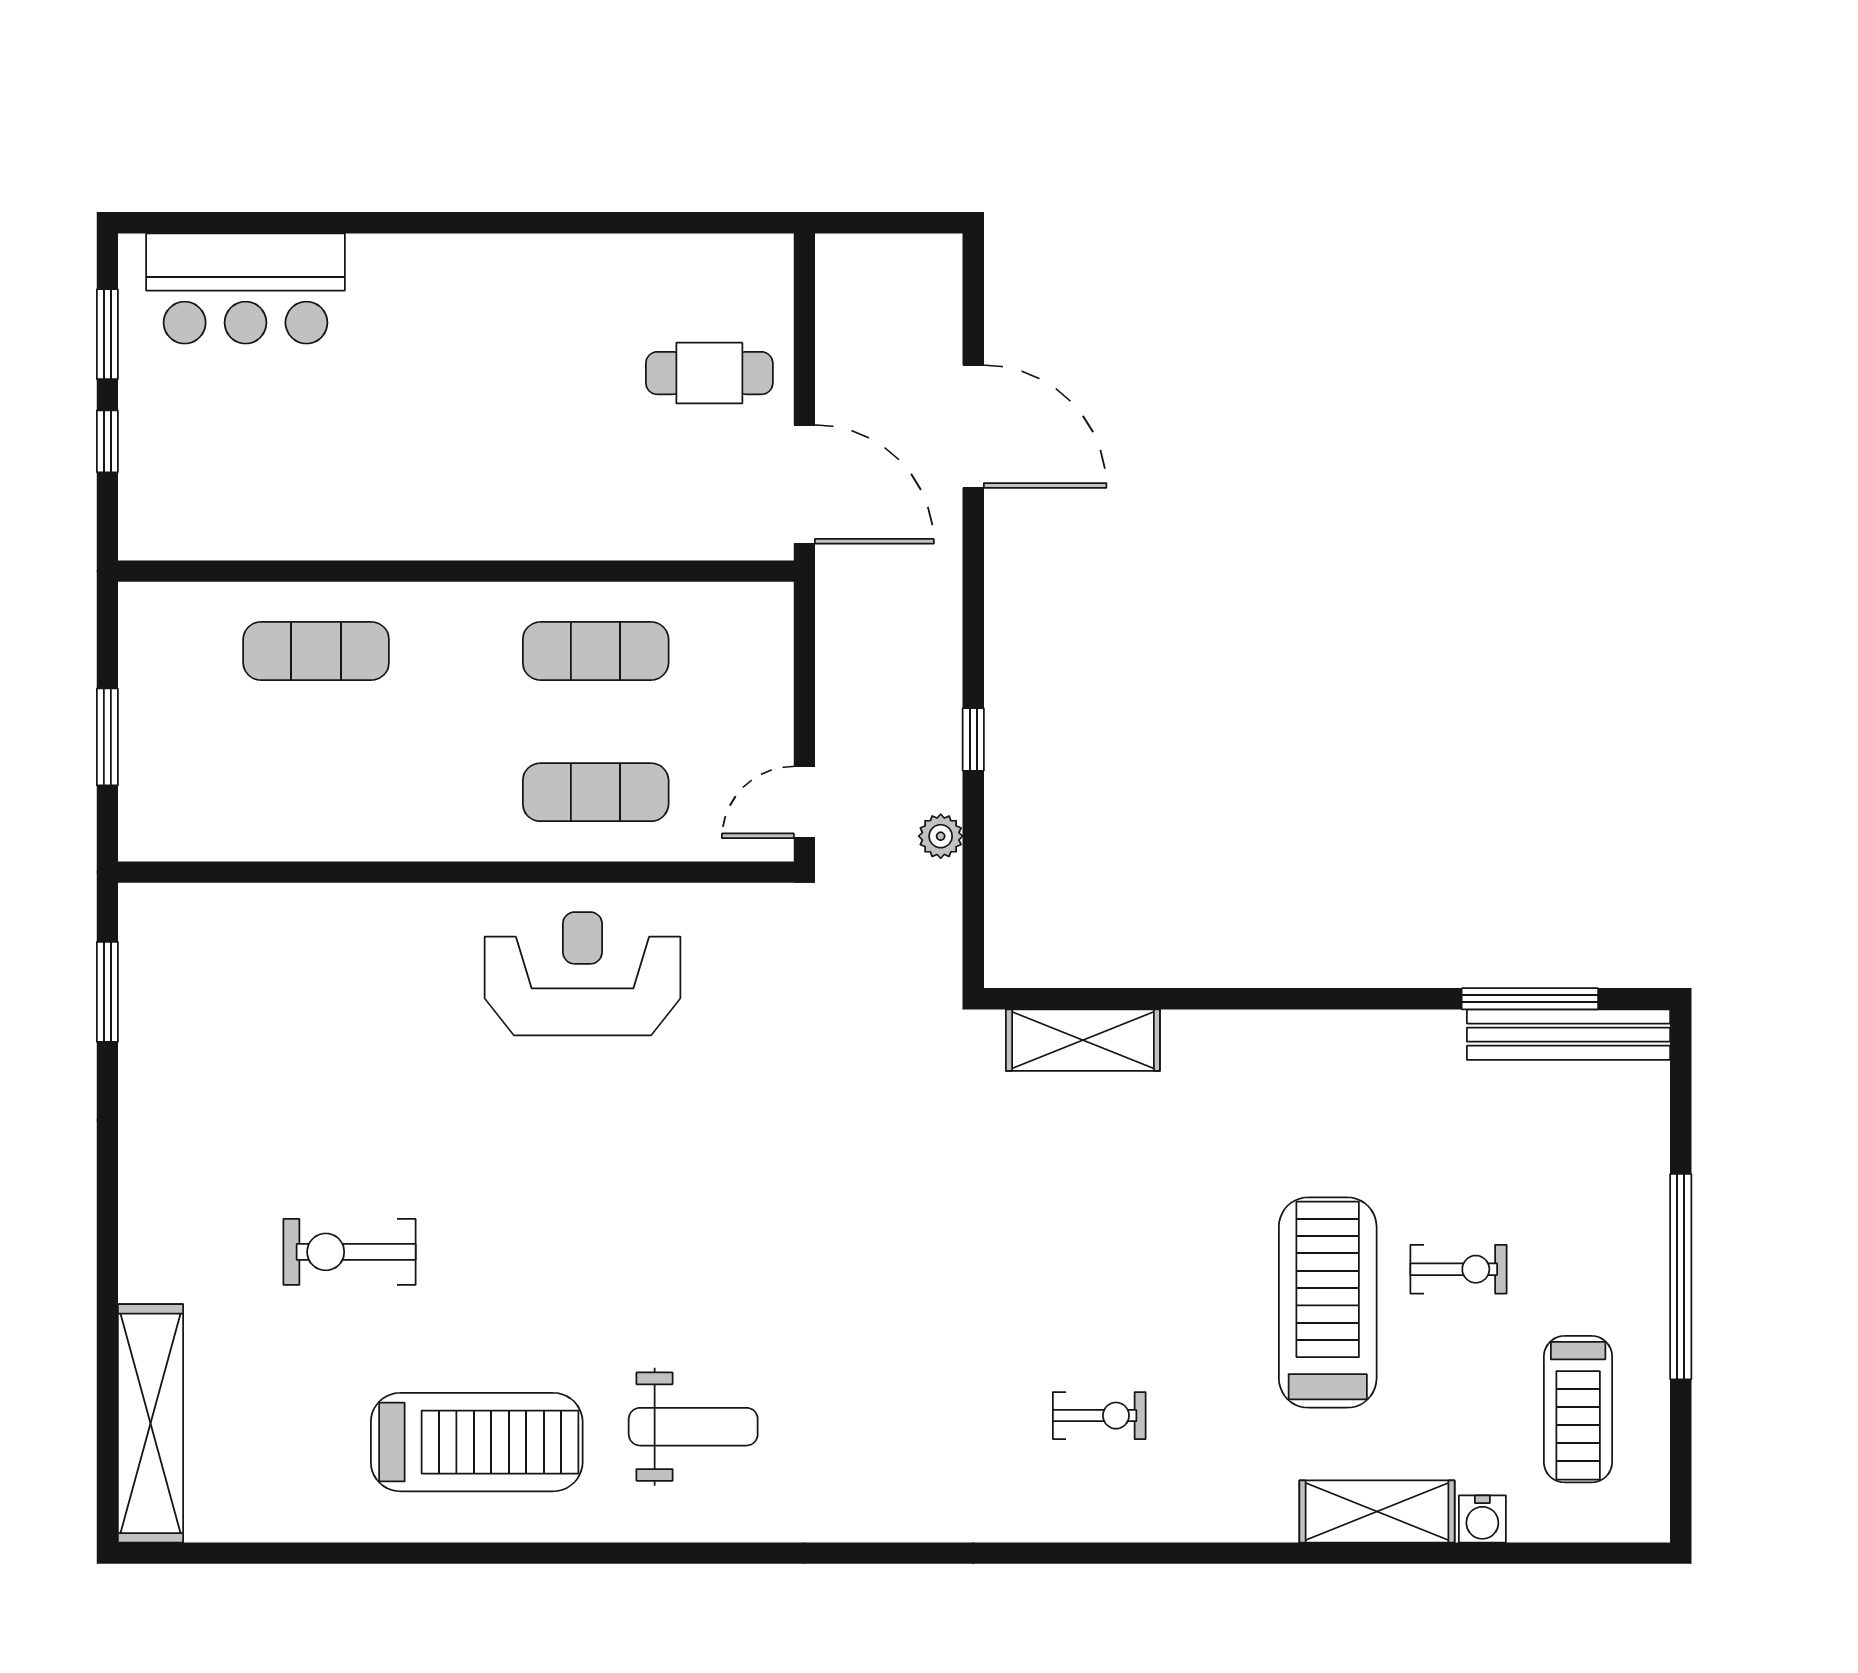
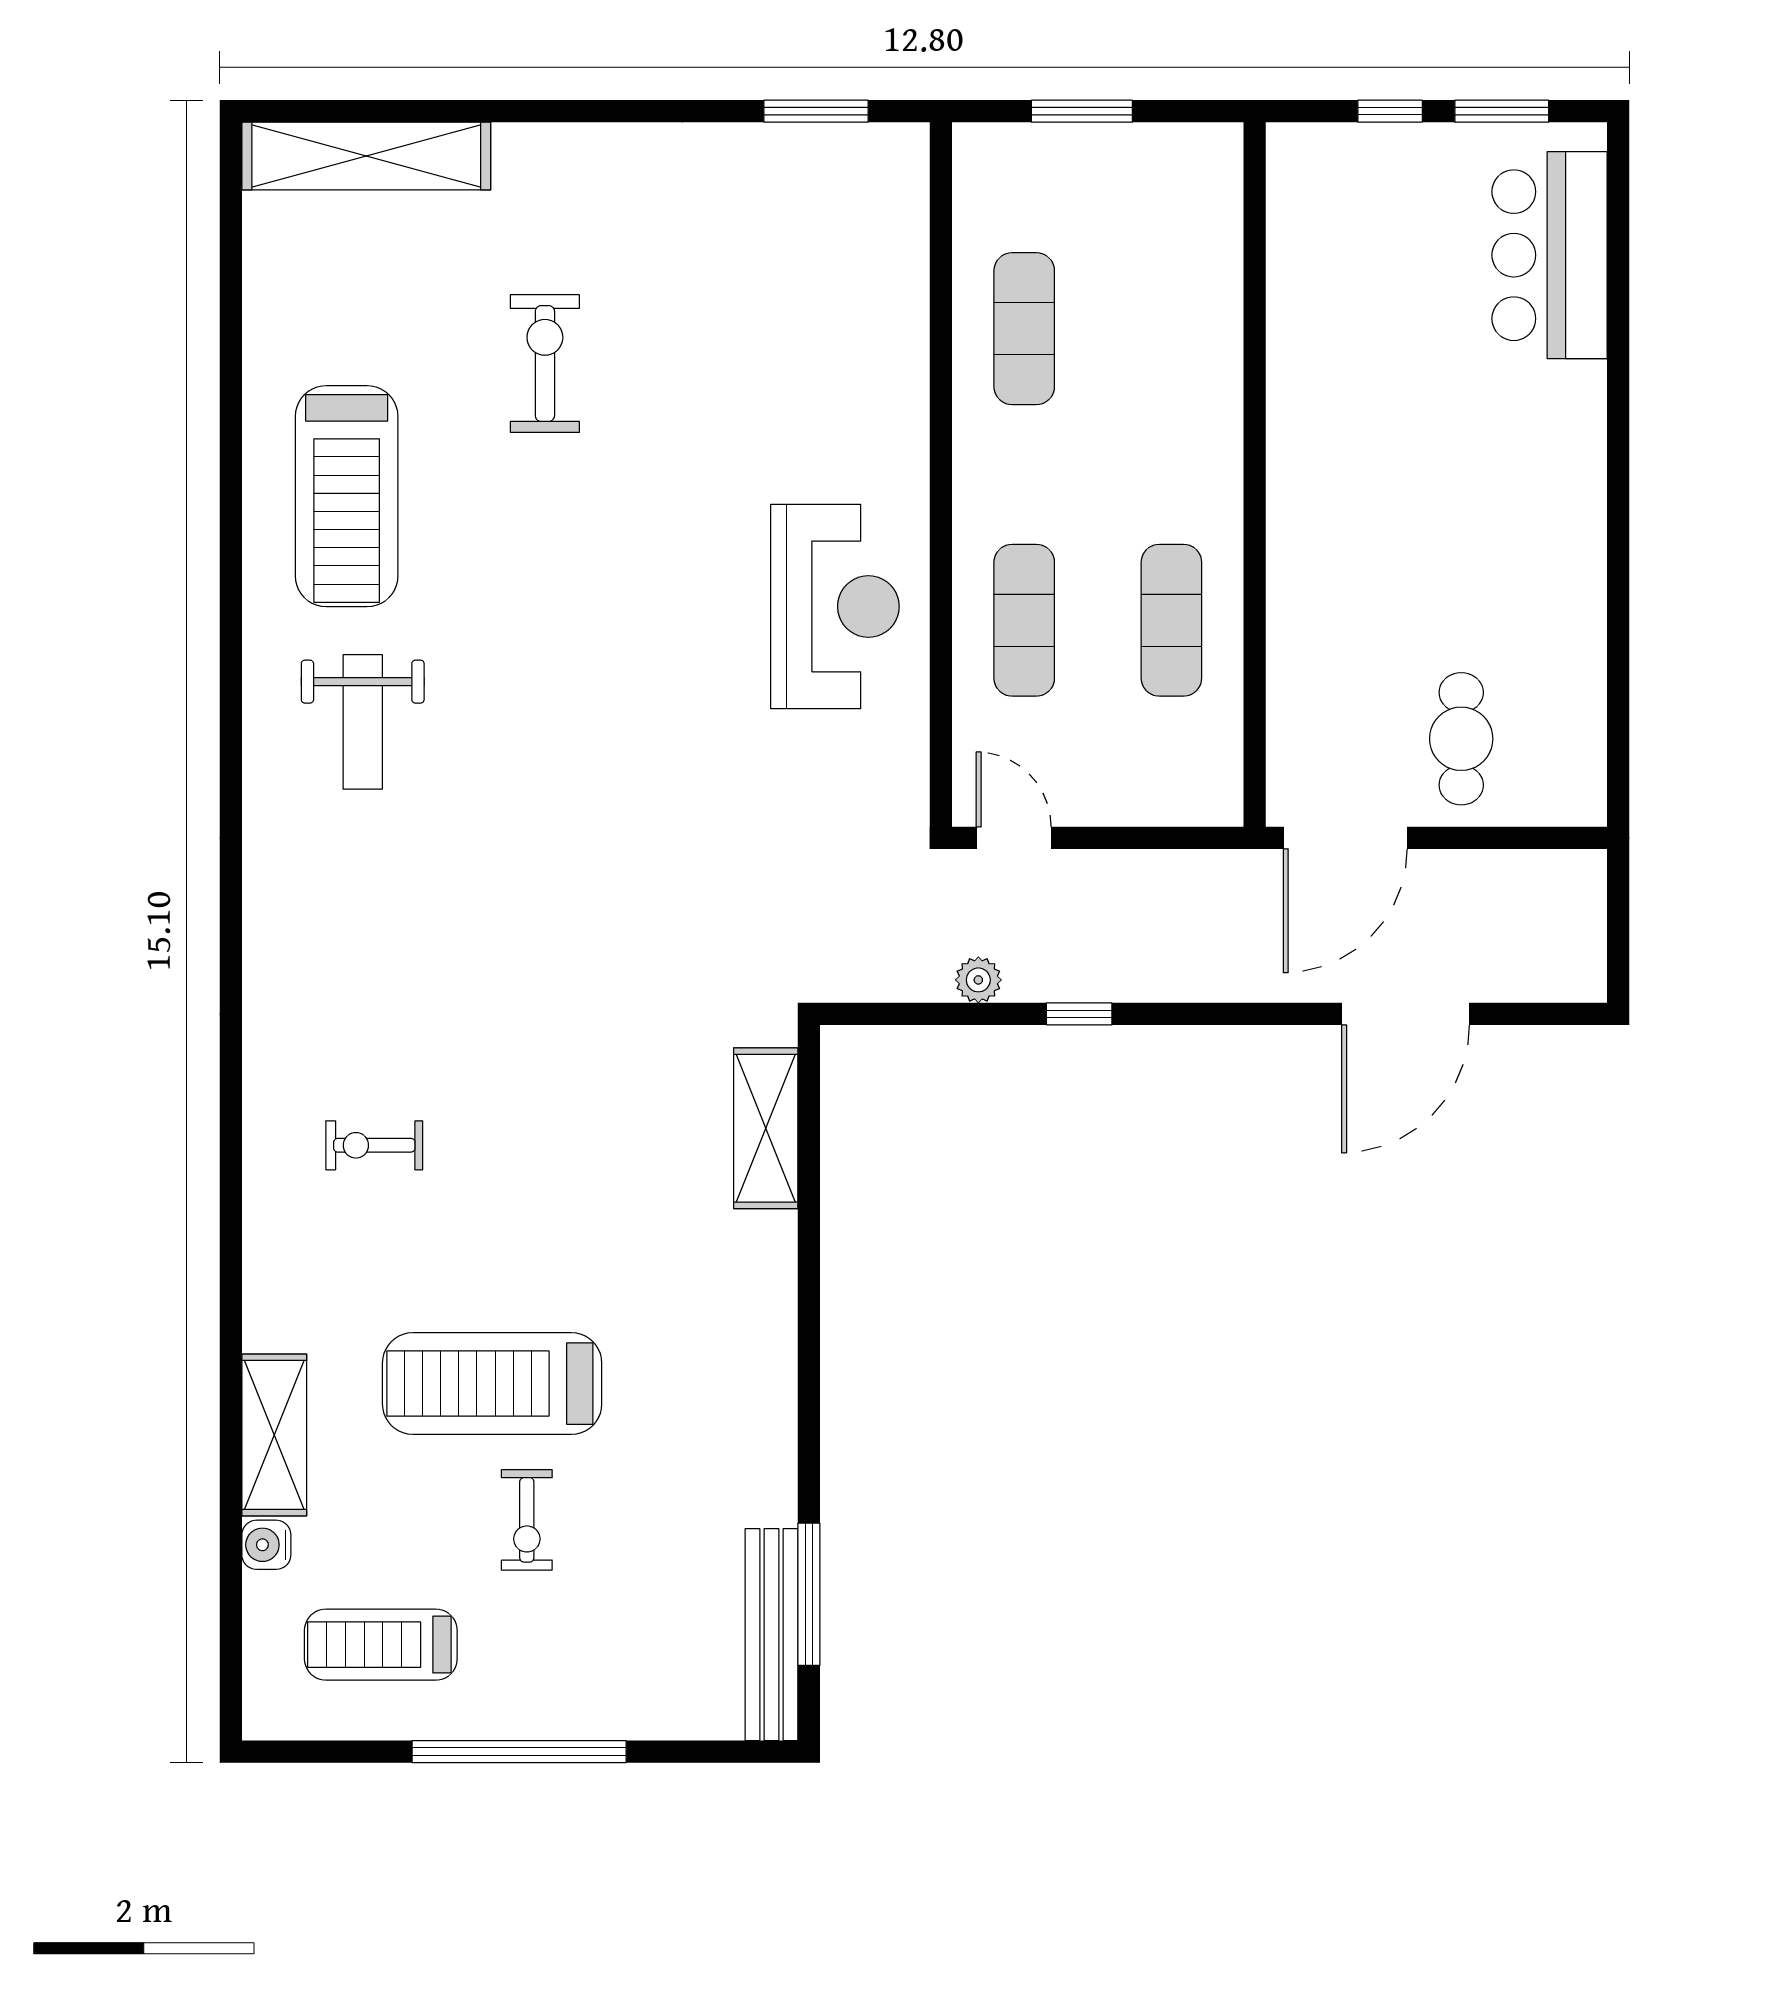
exercise mat: (316, 651) -> (1024, 329), moved
treadmill: (1328, 1303) -> (492, 1384), turned 180
exercise bike: (1099, 1416) -> (374, 1145), turned 90

